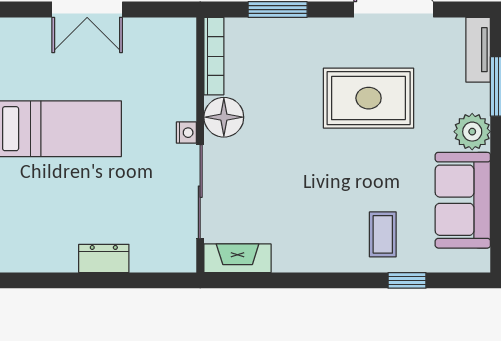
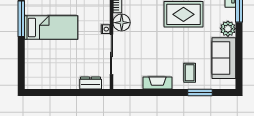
dresser: (104, 258) -> (91, 83), moved
fireplace: (238, 258) -> (157, 83), moved
window: (407, 280) -> (200, 92), width x1.50

